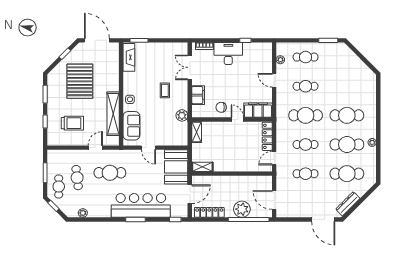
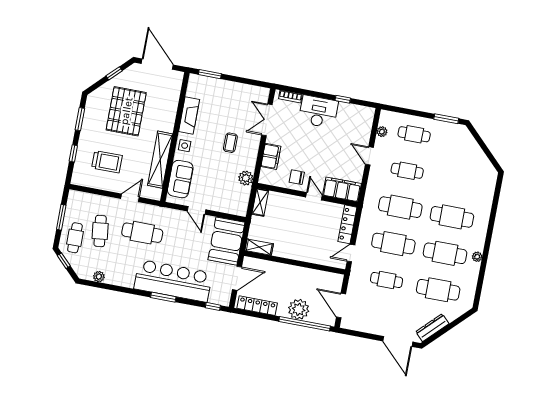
fireplace: (129, 57) -> (189, 115), moved
cafe table: (306, 145) -> (393, 244), width x1.37, depth x1.35

